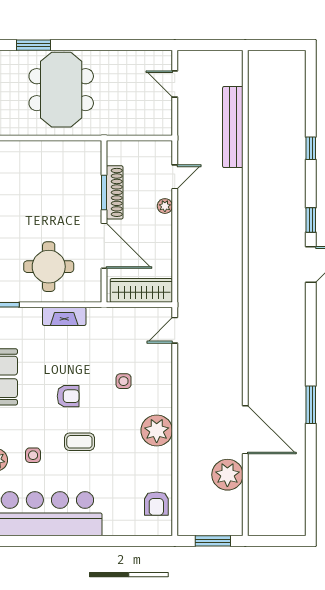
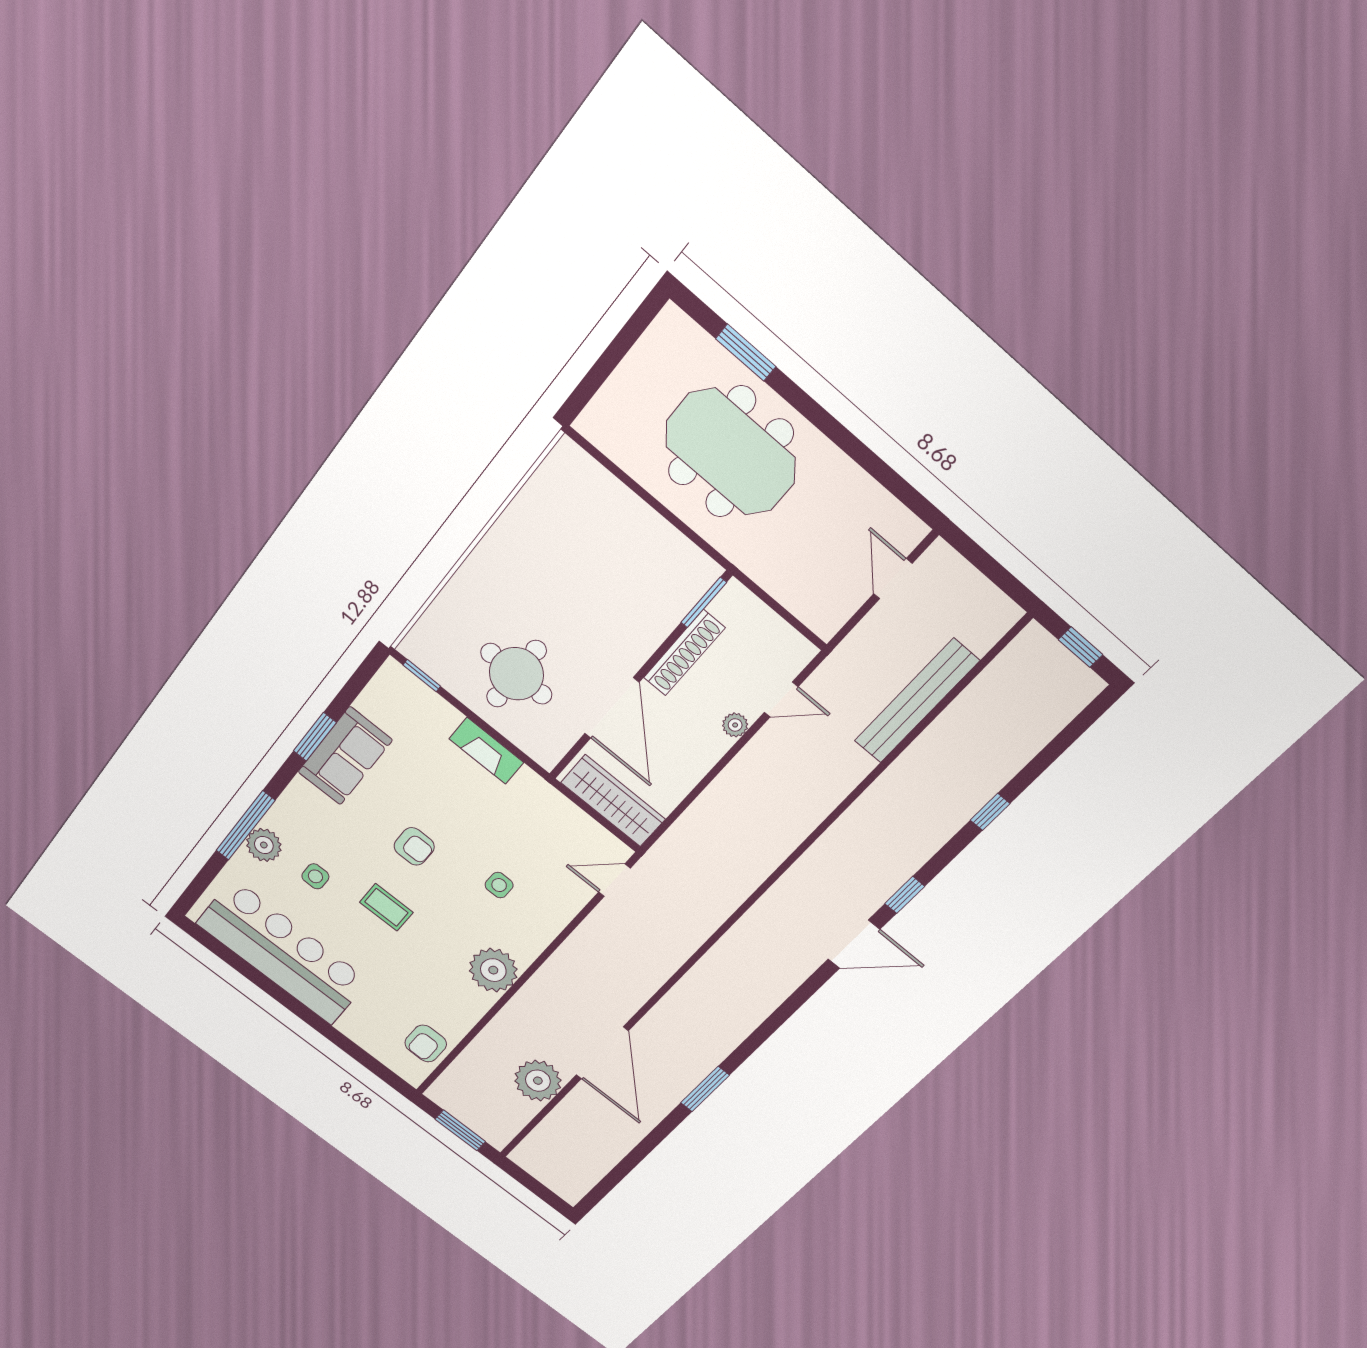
window: (279, 45) -> (1081, 647), added
meeting table: (61, 90) -> (730, 452), turned 90
window: (104, 192) -> (704, 602), moved

